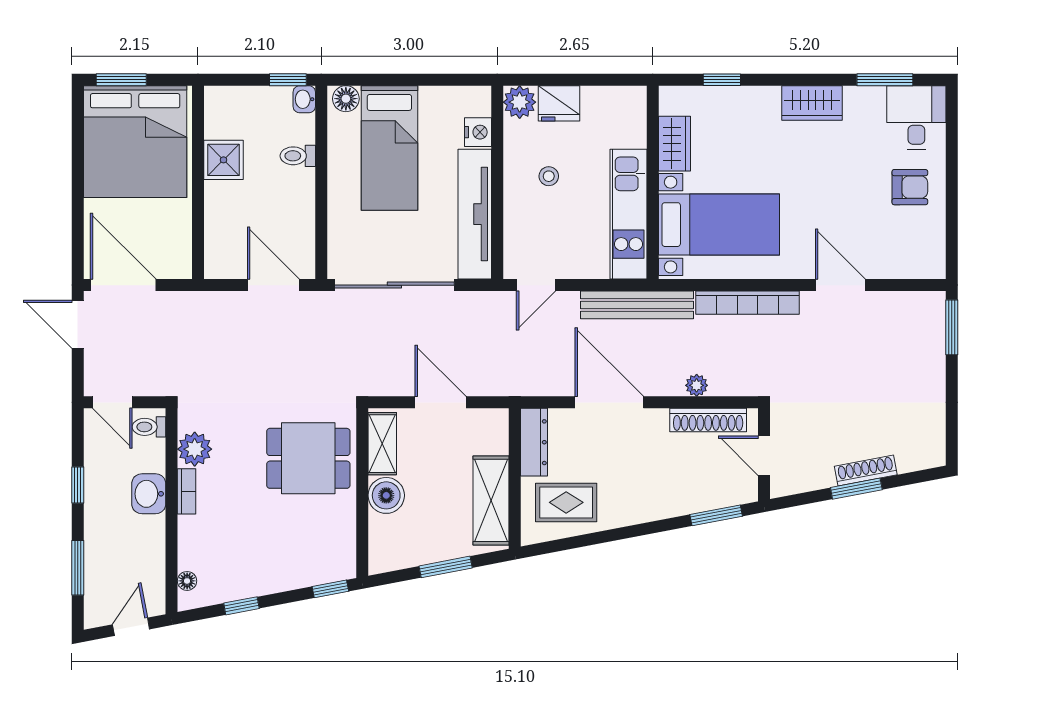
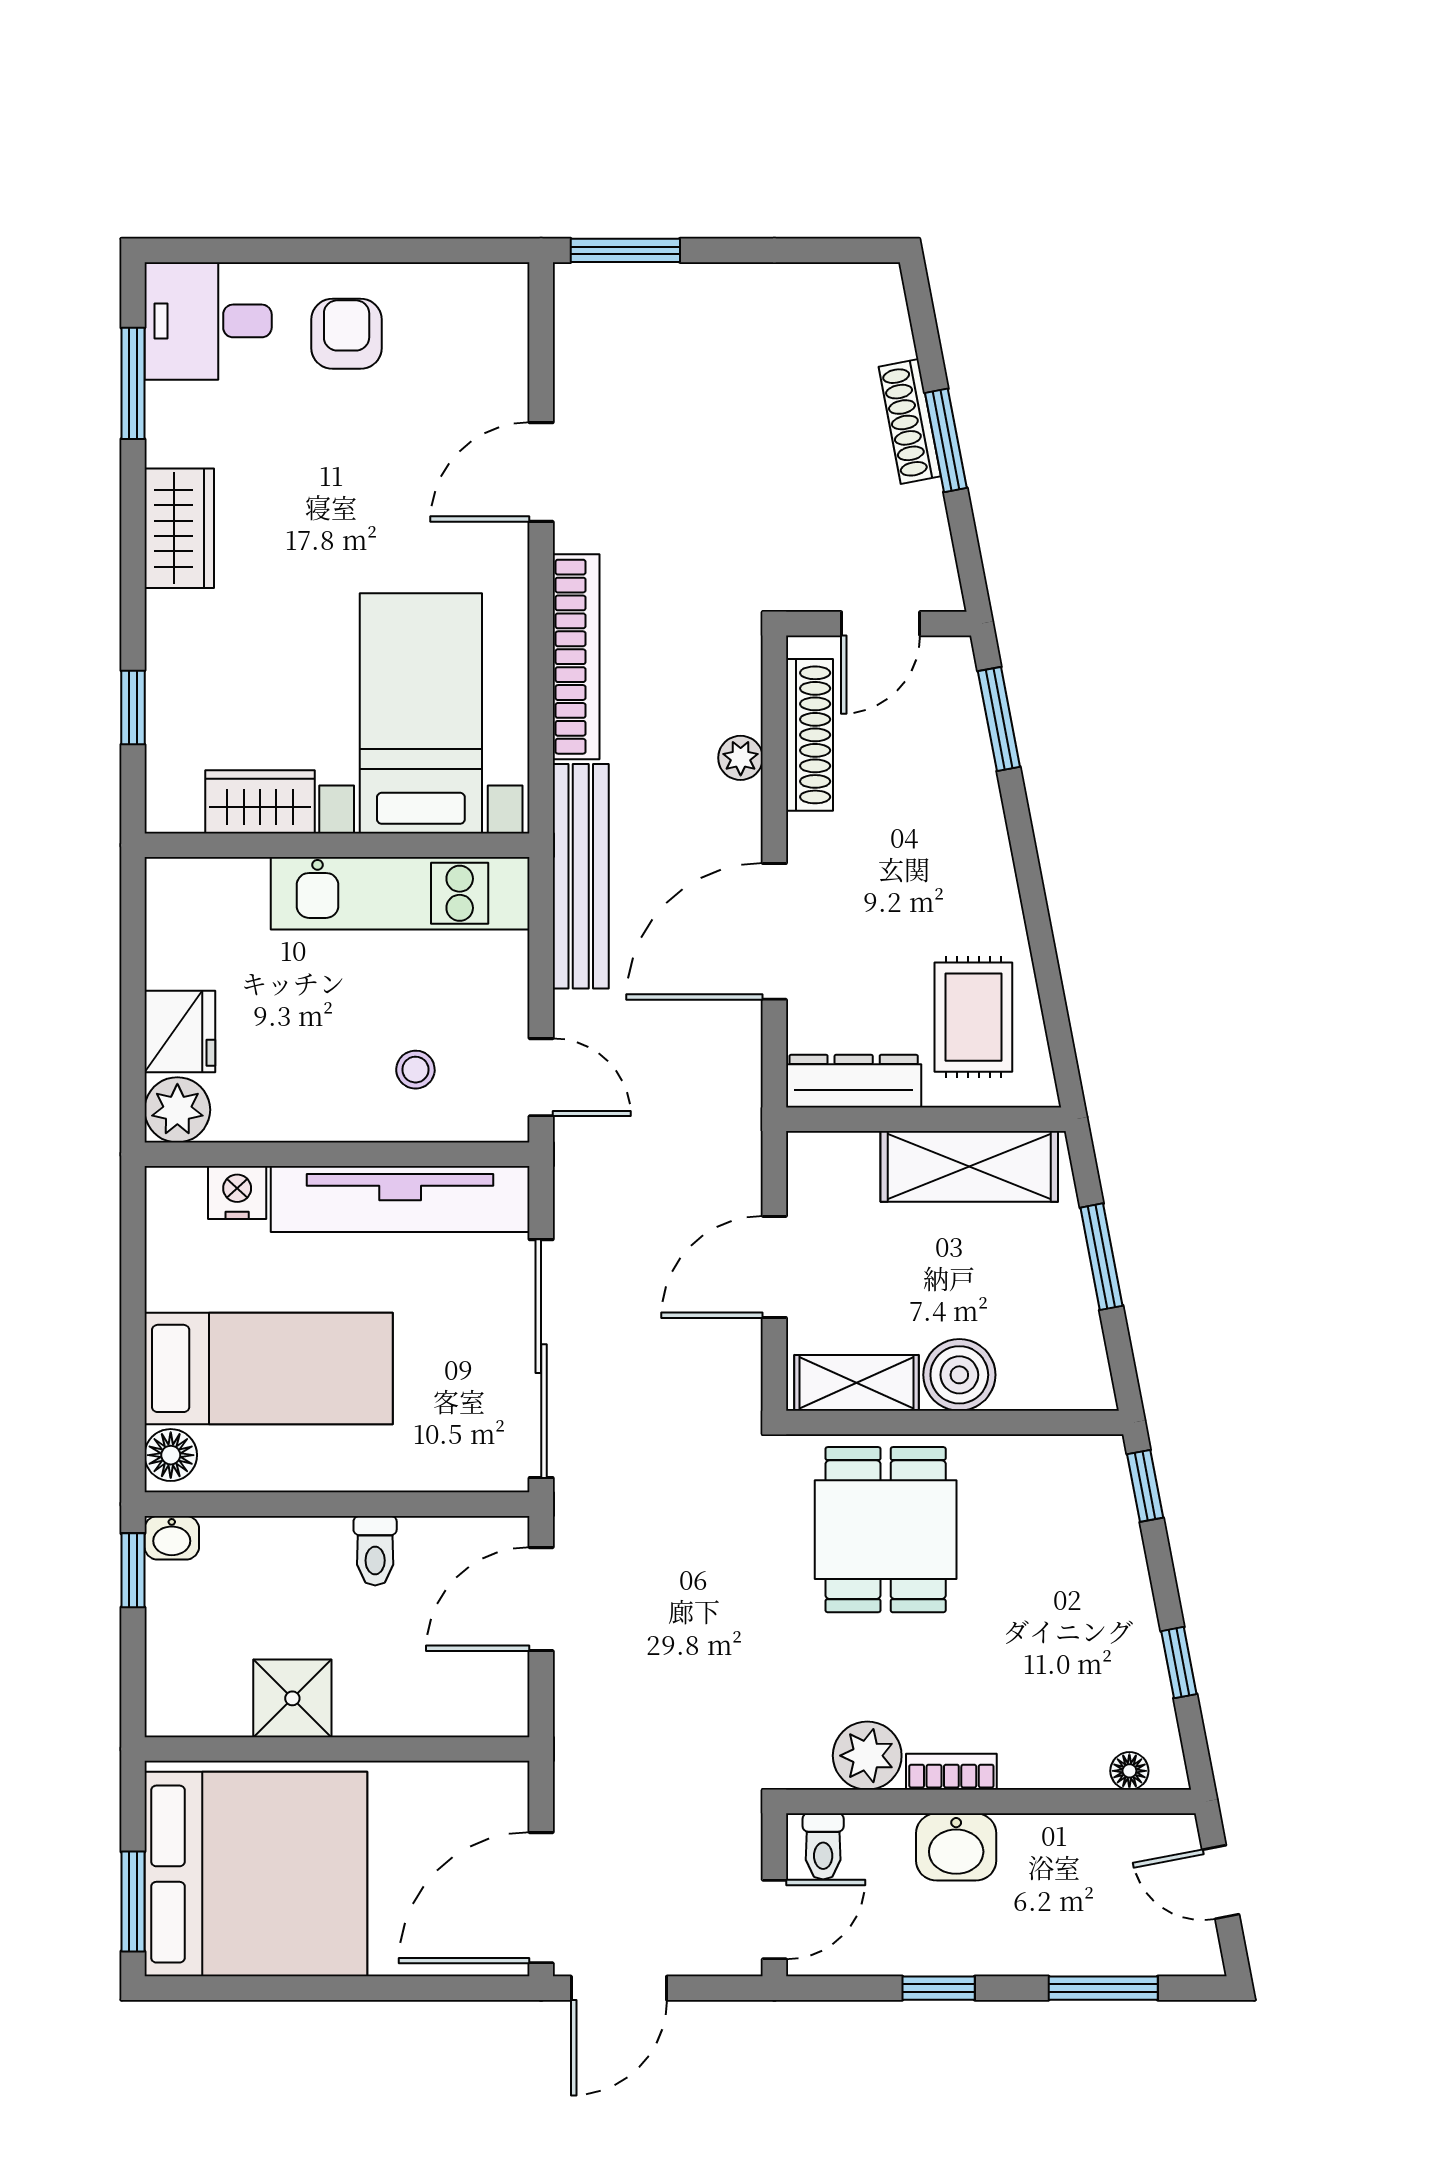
toilet: (298, 156) -> (375, 1551), moved
stool: (549, 176) -> (415, 1070), moved

